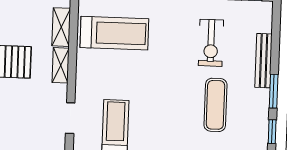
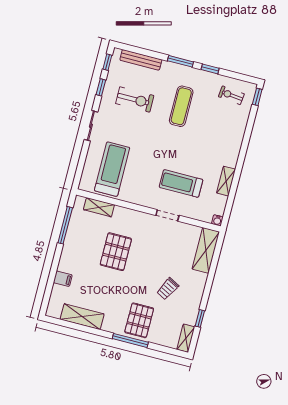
bench: (263, 61) -> (141, 60), moved
shelving: (61, 65) -> (127, 214), removed
exercise mat: (215, 105) -> (181, 106), turned 90

